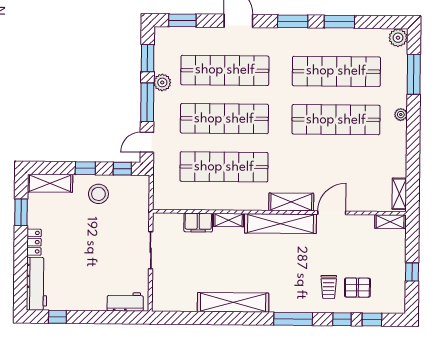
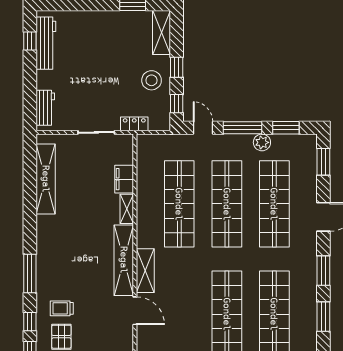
locker: (34, 242) -> (134, 124), moved, turned 180
workbench: (37, 284) -> (46, 43), moved, turned -90
shelving: (233, 302) -> (46, 179), moved

